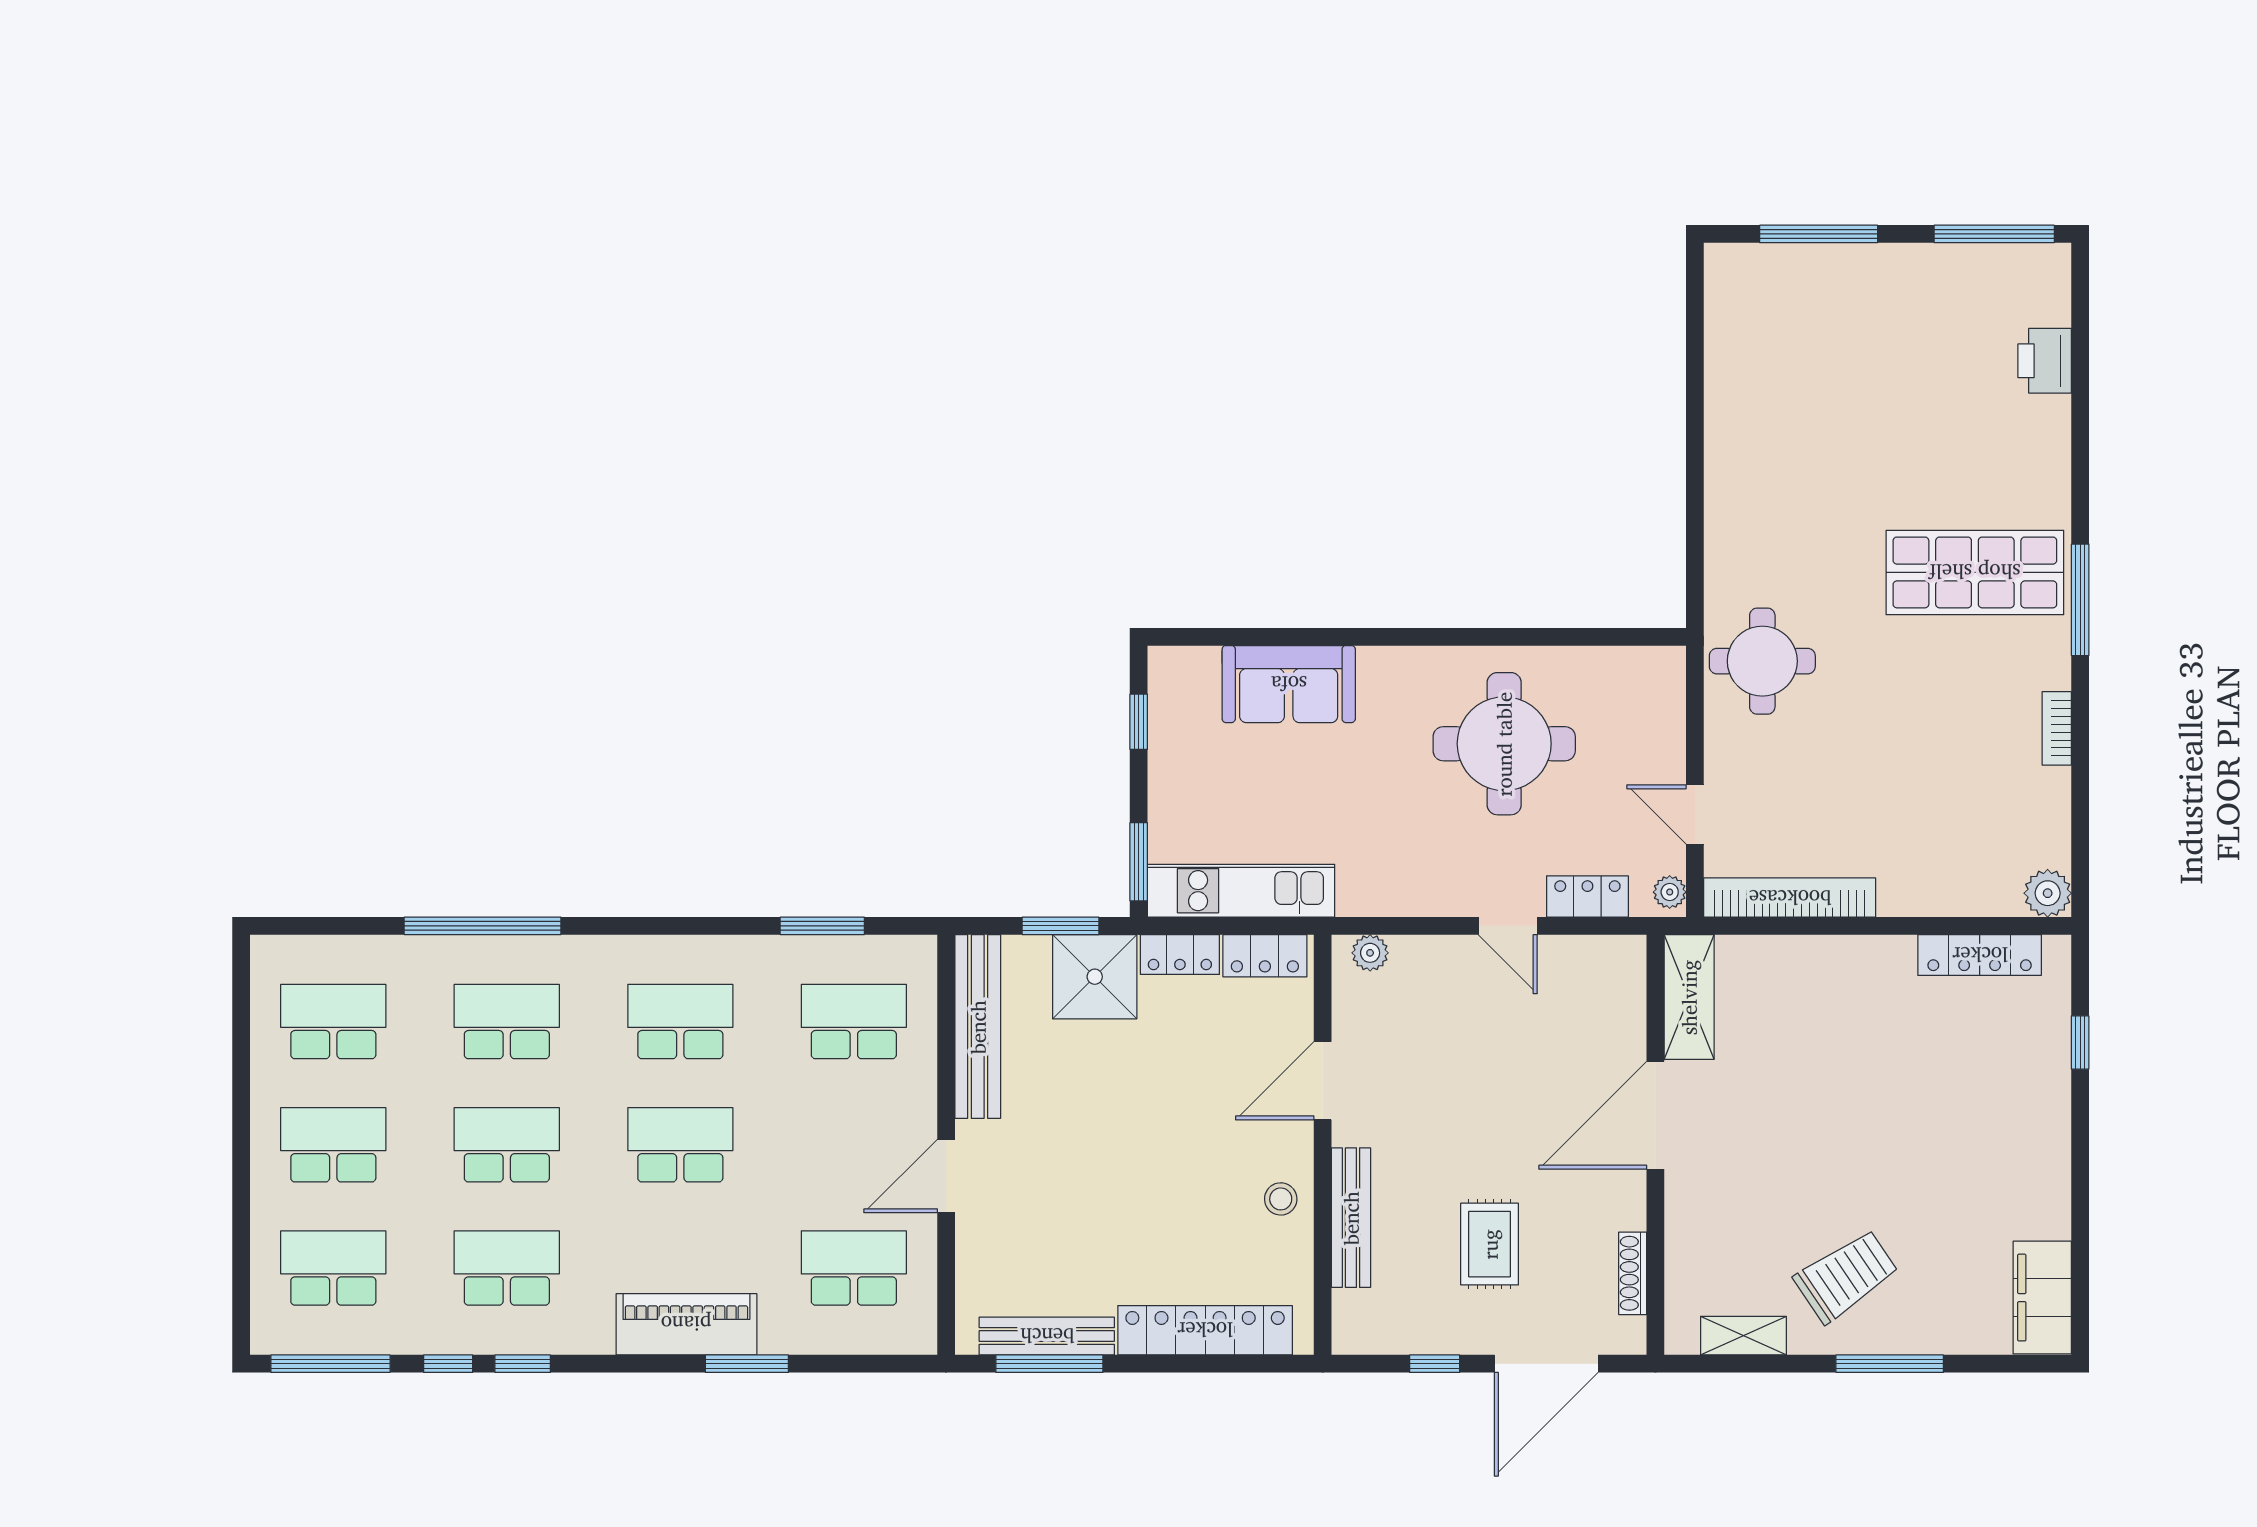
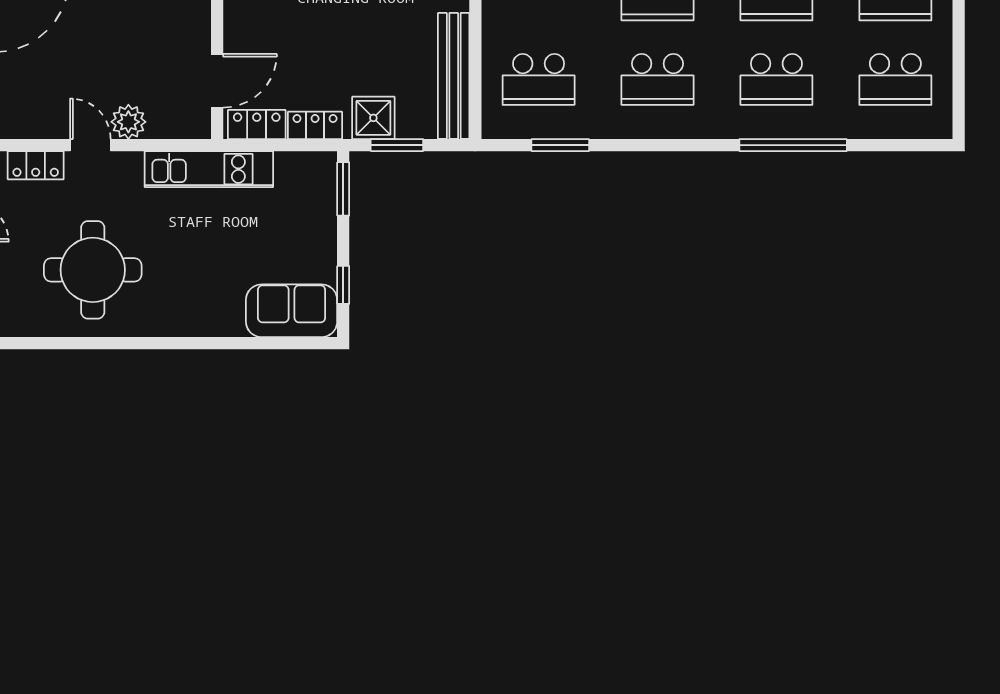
sofa: (1289, 684) -> (292, 311), moved
kitchen unit: (1241, 891) -> (209, 169), moved
plant: (1370, 953) -> (128, 122), moved, width x1.38, depth x1.38
shower: (1095, 977) -> (373, 118), width x0.73, depth x0.73
door: (1323, 1081) -> (217, 81), moved

